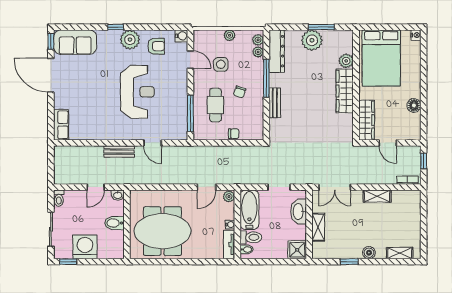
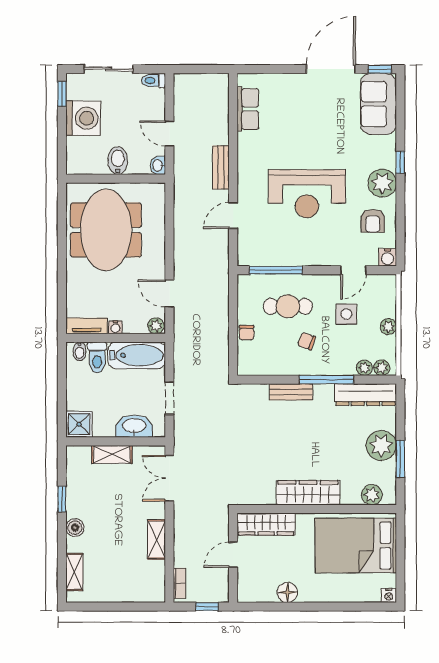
plant: (346, 61) -> (372, 495), moved
row of seats: (61, 125) -> (248, 109), moved, turned -90

